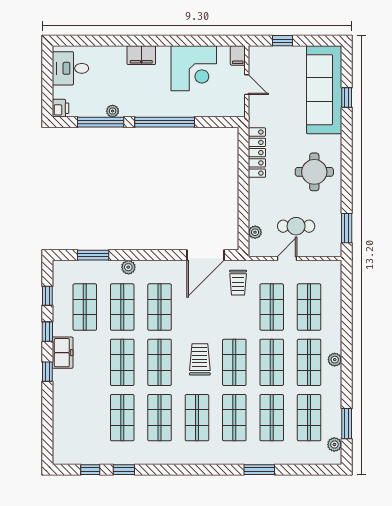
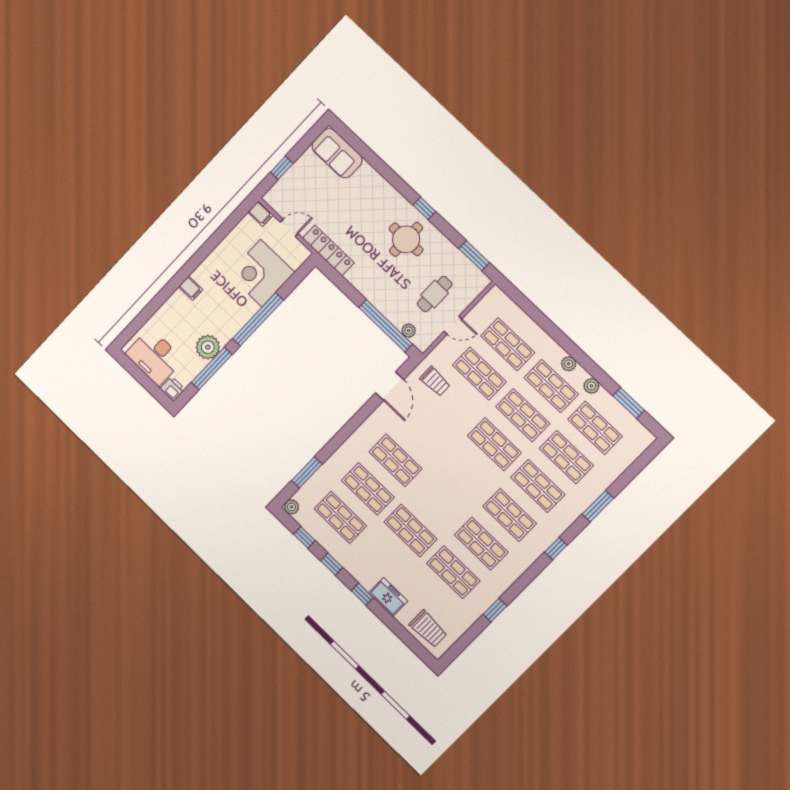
filing cabinet: (141, 55) -> (191, 288), width x0.50
desk: (70, 68) -> (154, 357), width x1.37
corner desk: (194, 68) -> (261, 273), moved, turned 180
sofa: (324, 90) -> (337, 153), width x0.54, depth x0.79
window: (347, 97) -> (424, 208), moved
plant: (113, 111) -> (208, 347), width x1.87, depth x1.87
locker: (257, 153) -> (328, 250), moved
window: (243, 214) -> (386, 326), added
door: (205, 255) -> (390, 386), width x0.73
door: (287, 258) -> (453, 325), swing flipped
plant: (128, 267) -> (292, 507), moved
freezer: (63, 353) -> (388, 597), moved
trolley: (200, 359) -> (428, 629), moved, turned 180
shop shelf: (160, 362) -> (438, 502), removed
plant: (334, 445) -> (591, 386), moved
window: (90, 470) -> (556, 549), moved

